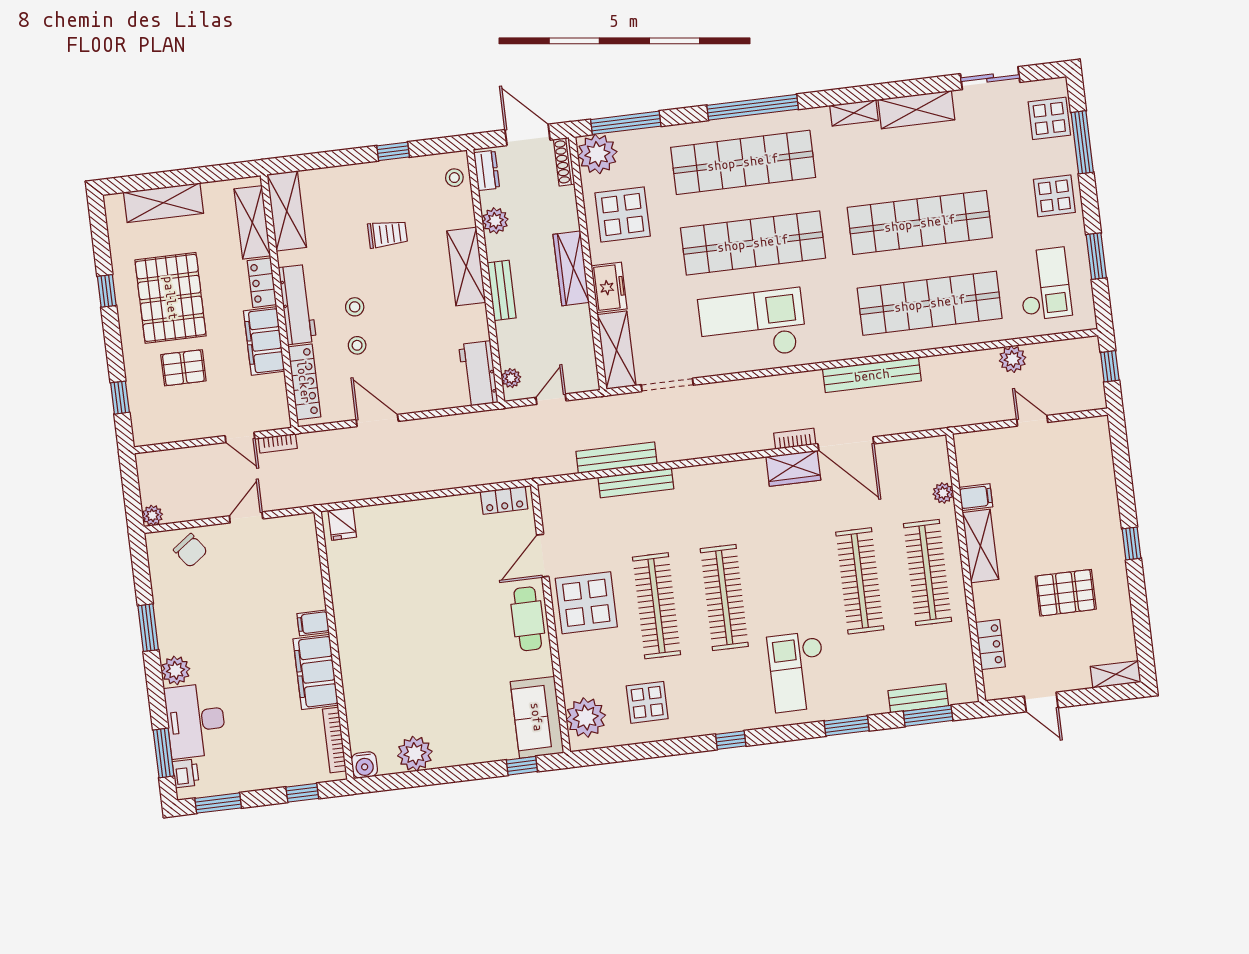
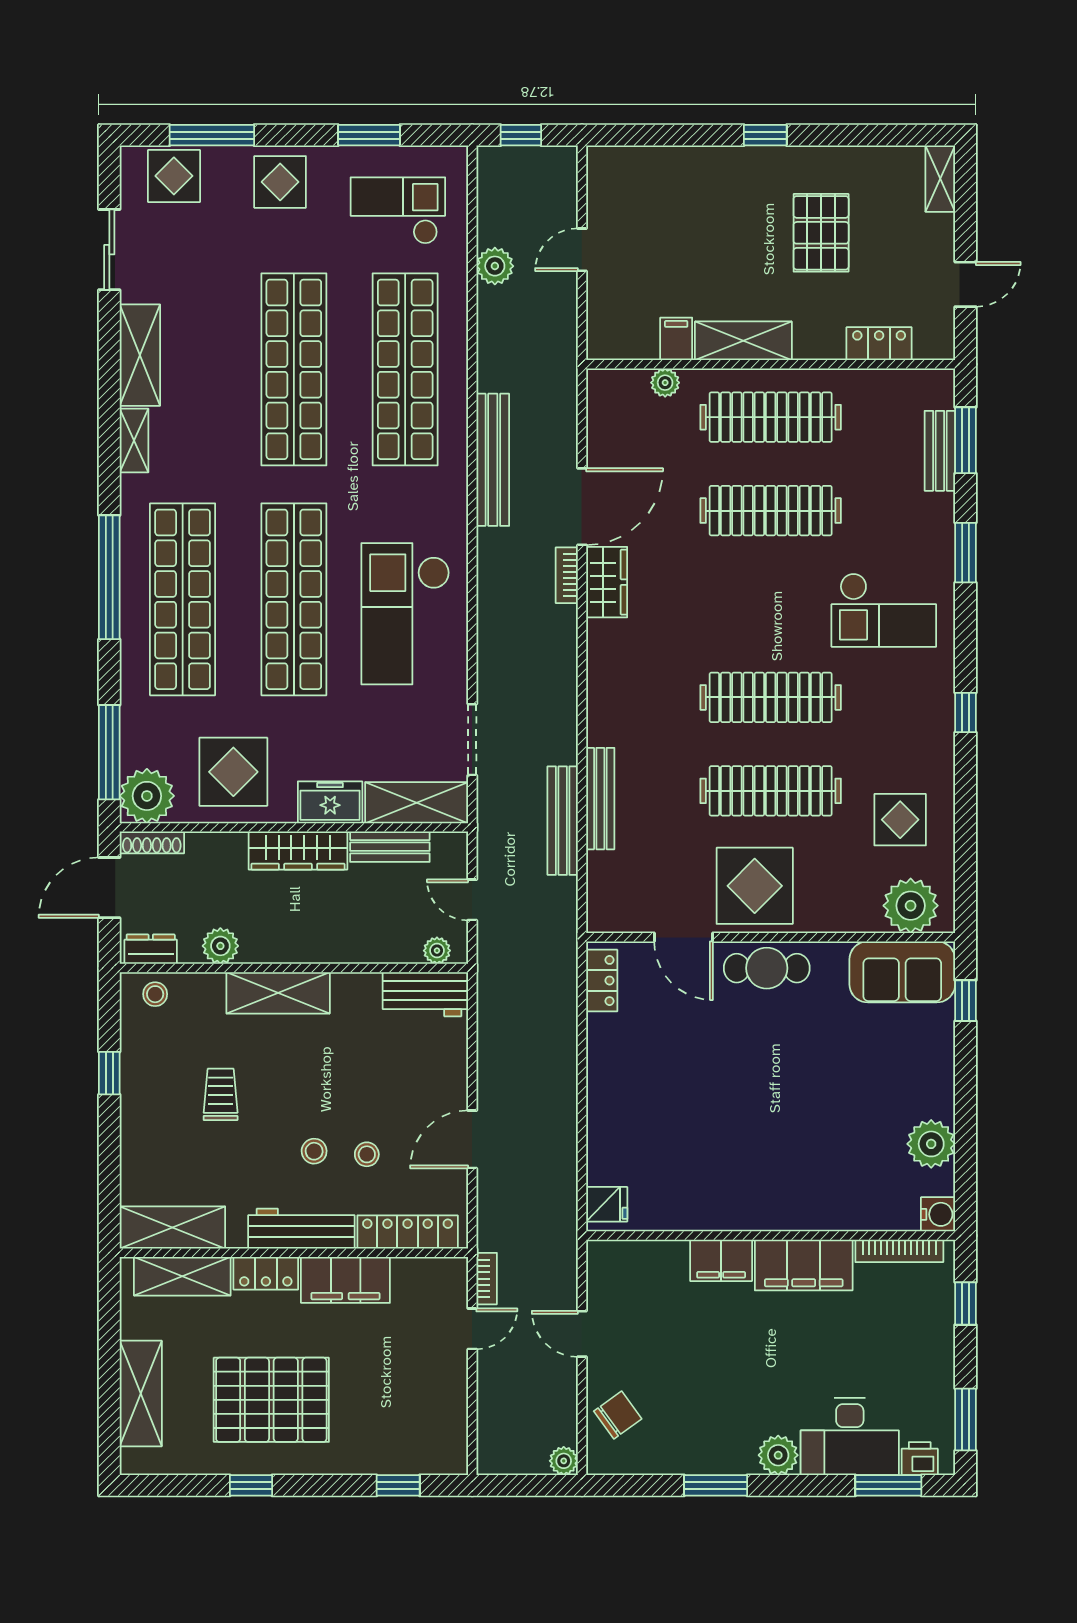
bench: (502, 290) -> (390, 847), moved
pallet: (183, 368) -> (368, 1394), removed
filing cabinet: (313, 623) -> (721, 1260), width x2.00

